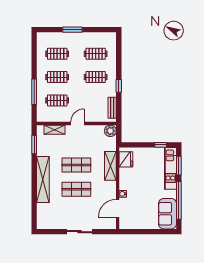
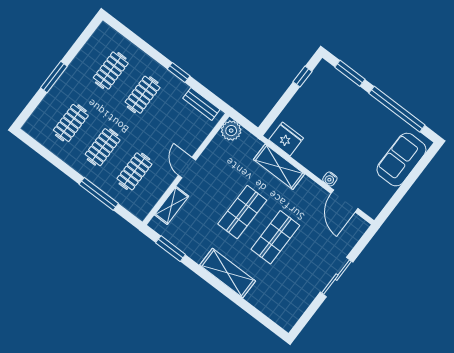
kitchen unit: (170, 168) -> (345, 88), removed
shelving: (43, 180) -> (228, 273), width x0.68
sofa: (167, 214) -> (401, 160), moved, turned 90

